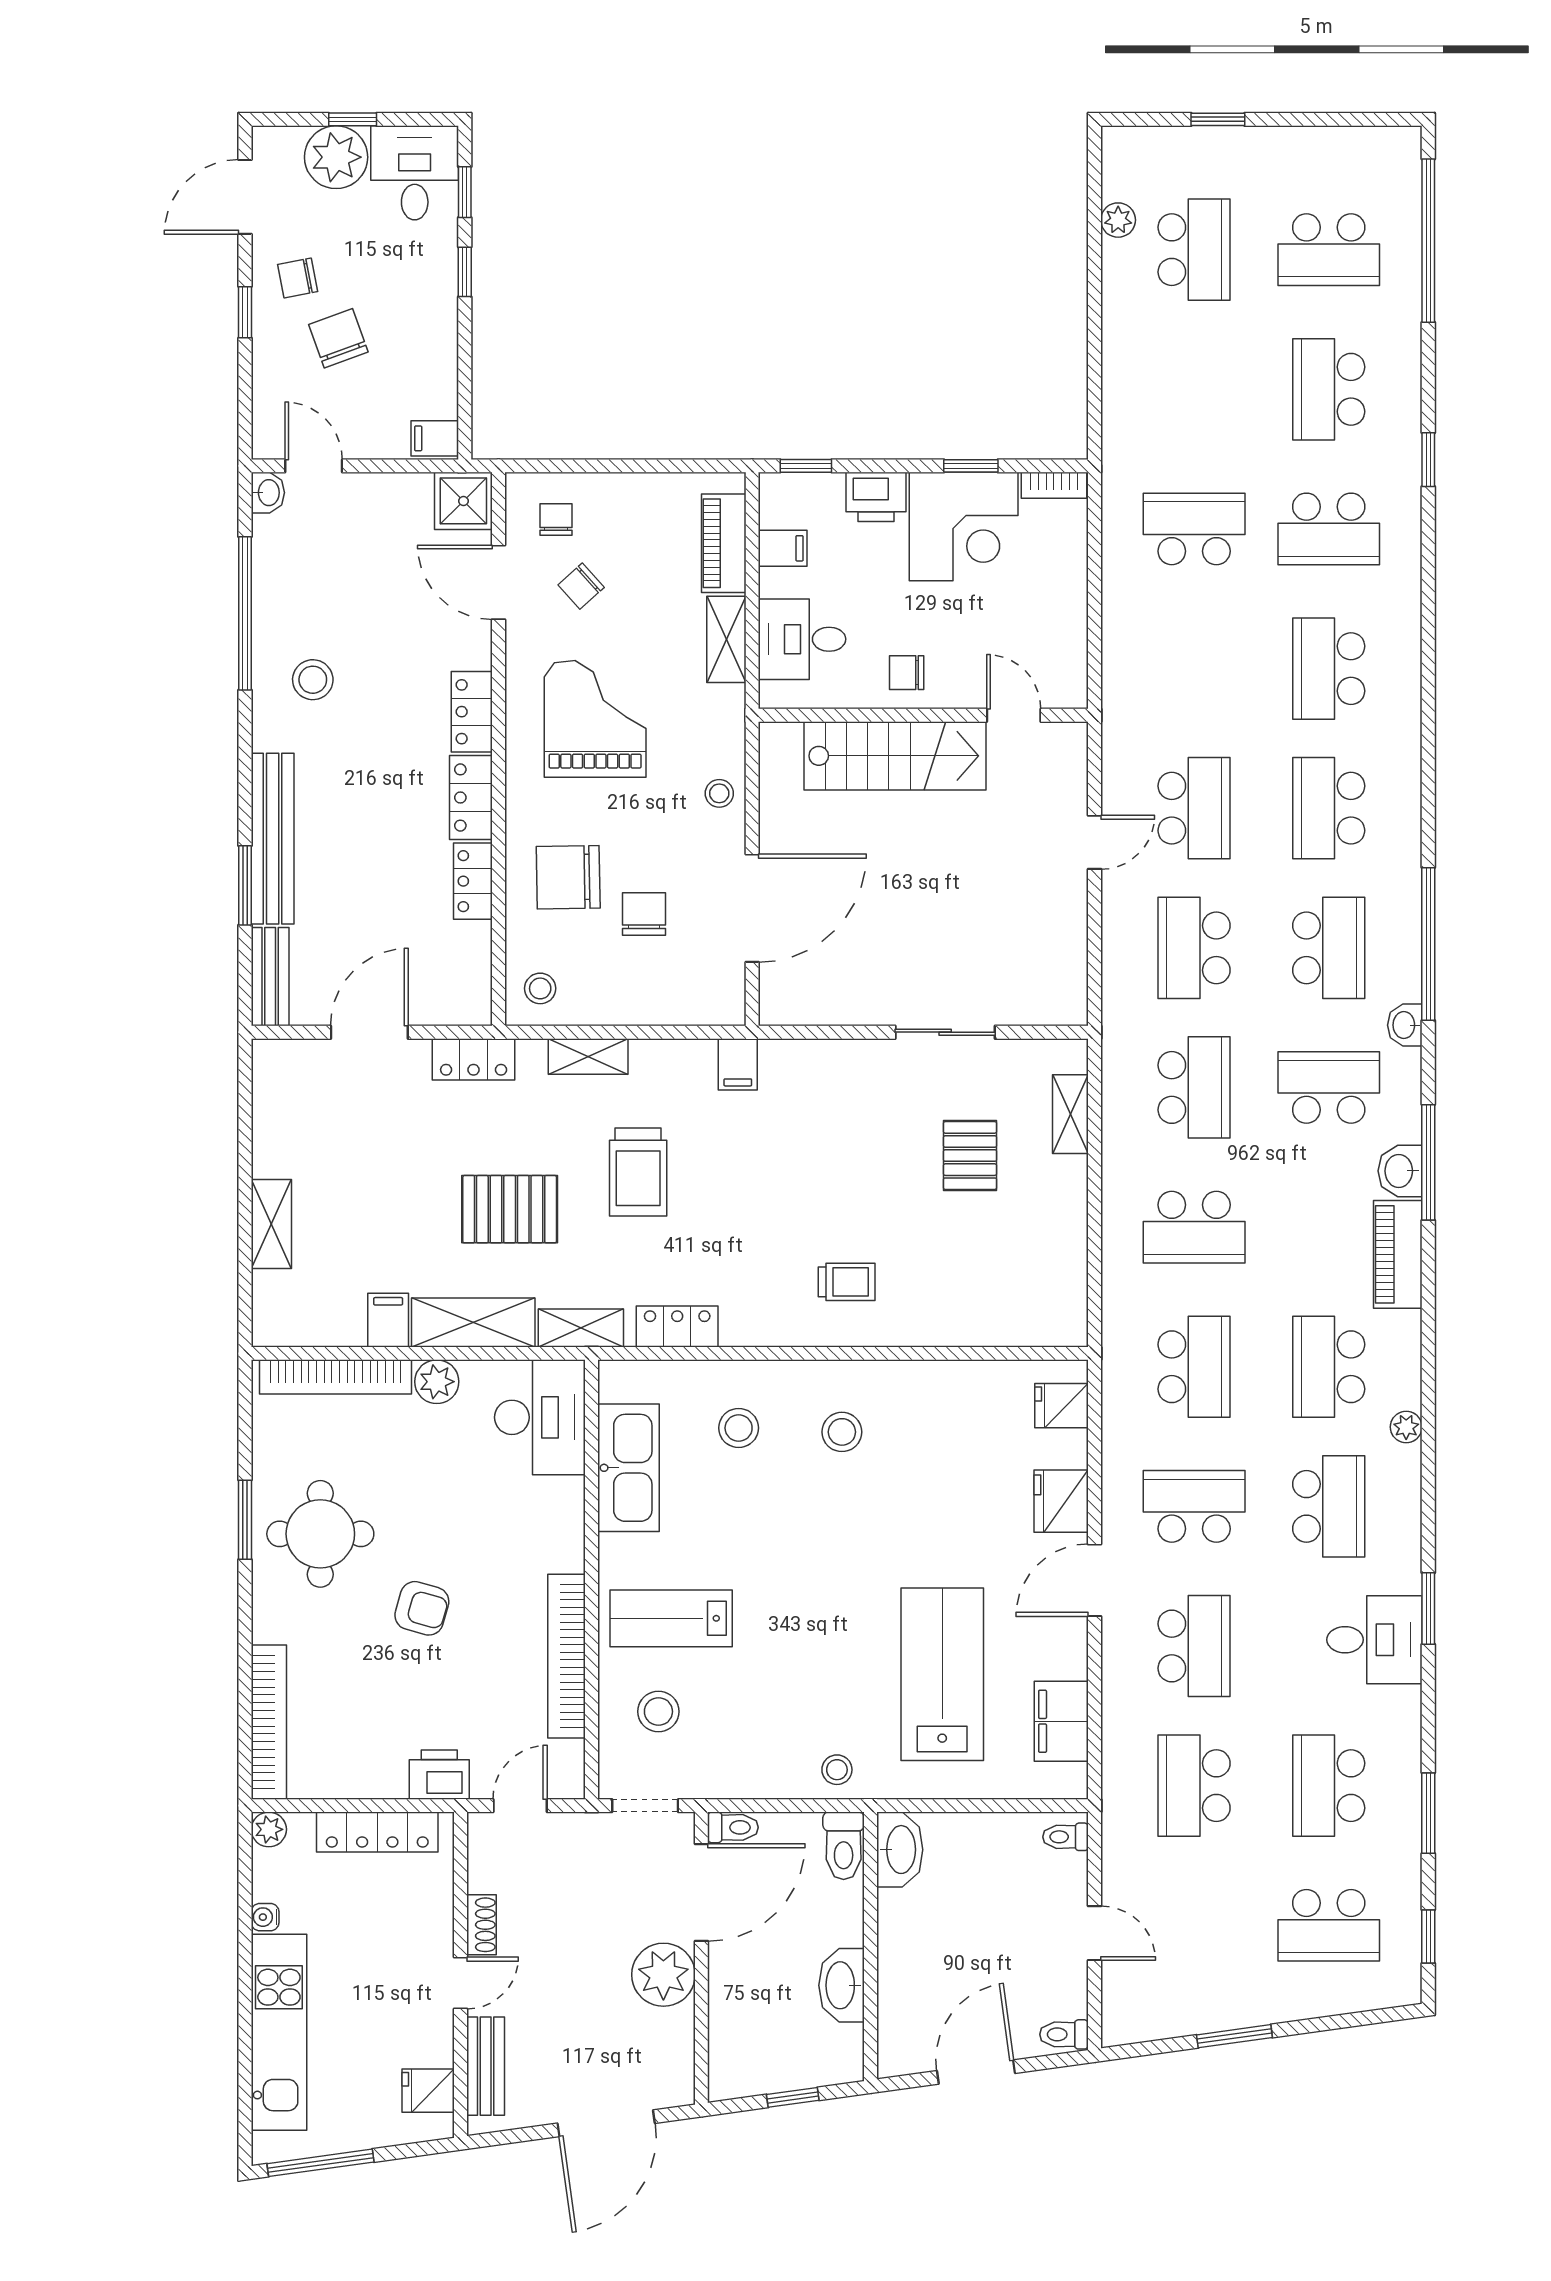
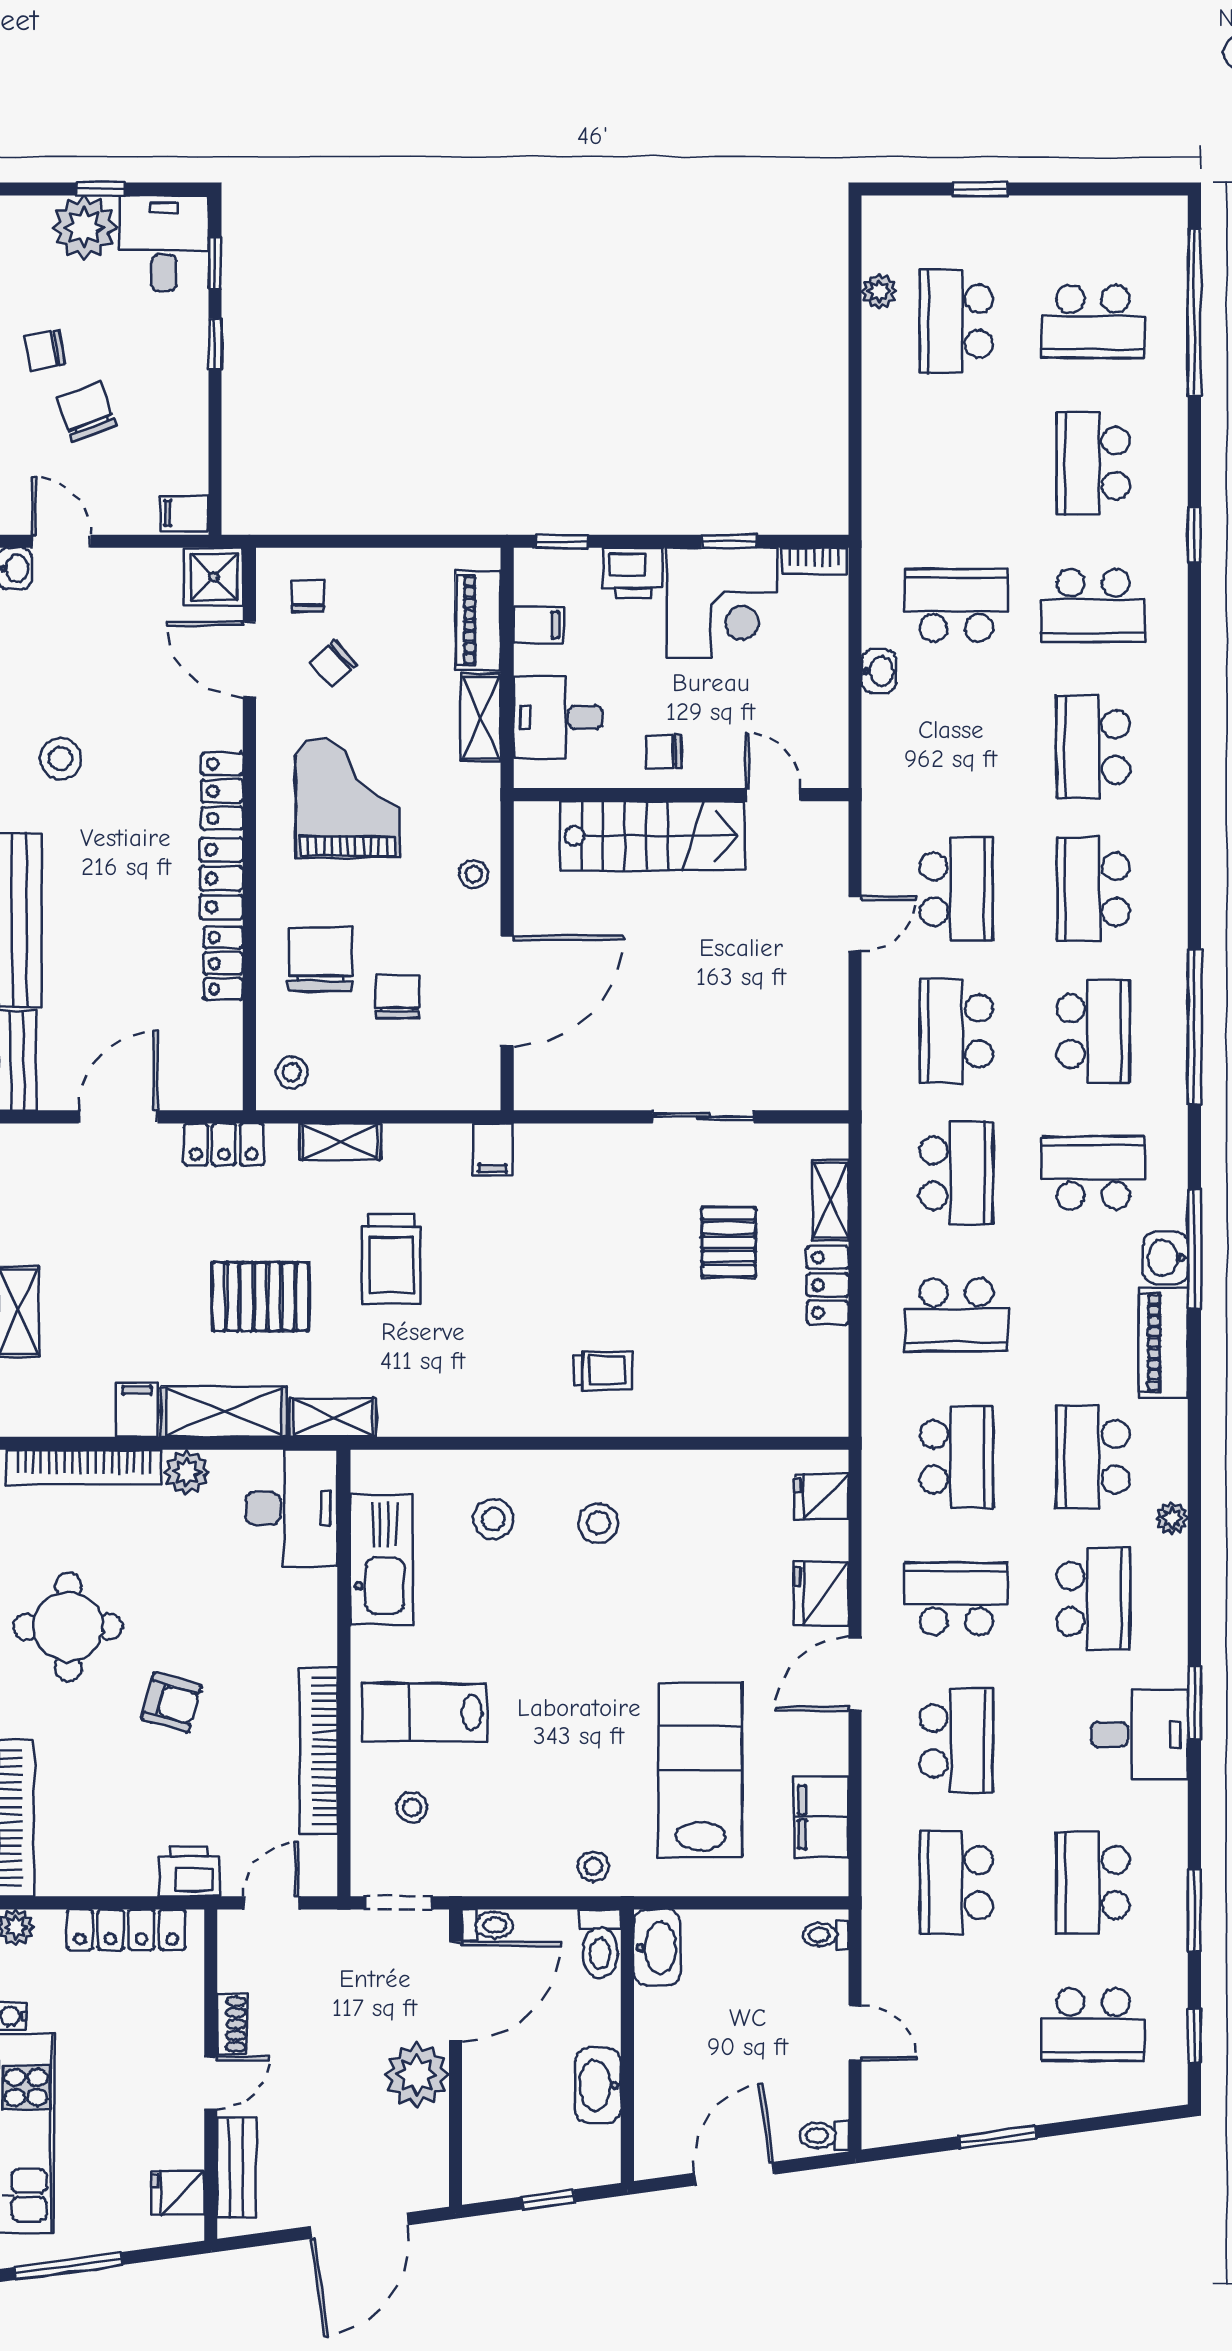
school desk: (1194, 250) -> (956, 321), turned 180
chair: (568, 877) -> (320, 959), turned 91
washbasin: (1405, 1025) -> (879, 671), moved, turned 180
locker: (677, 1326) -> (828, 1285), moved, turned -90
stool: (658, 1712) -> (412, 1807), width x0.73, depth x0.73

